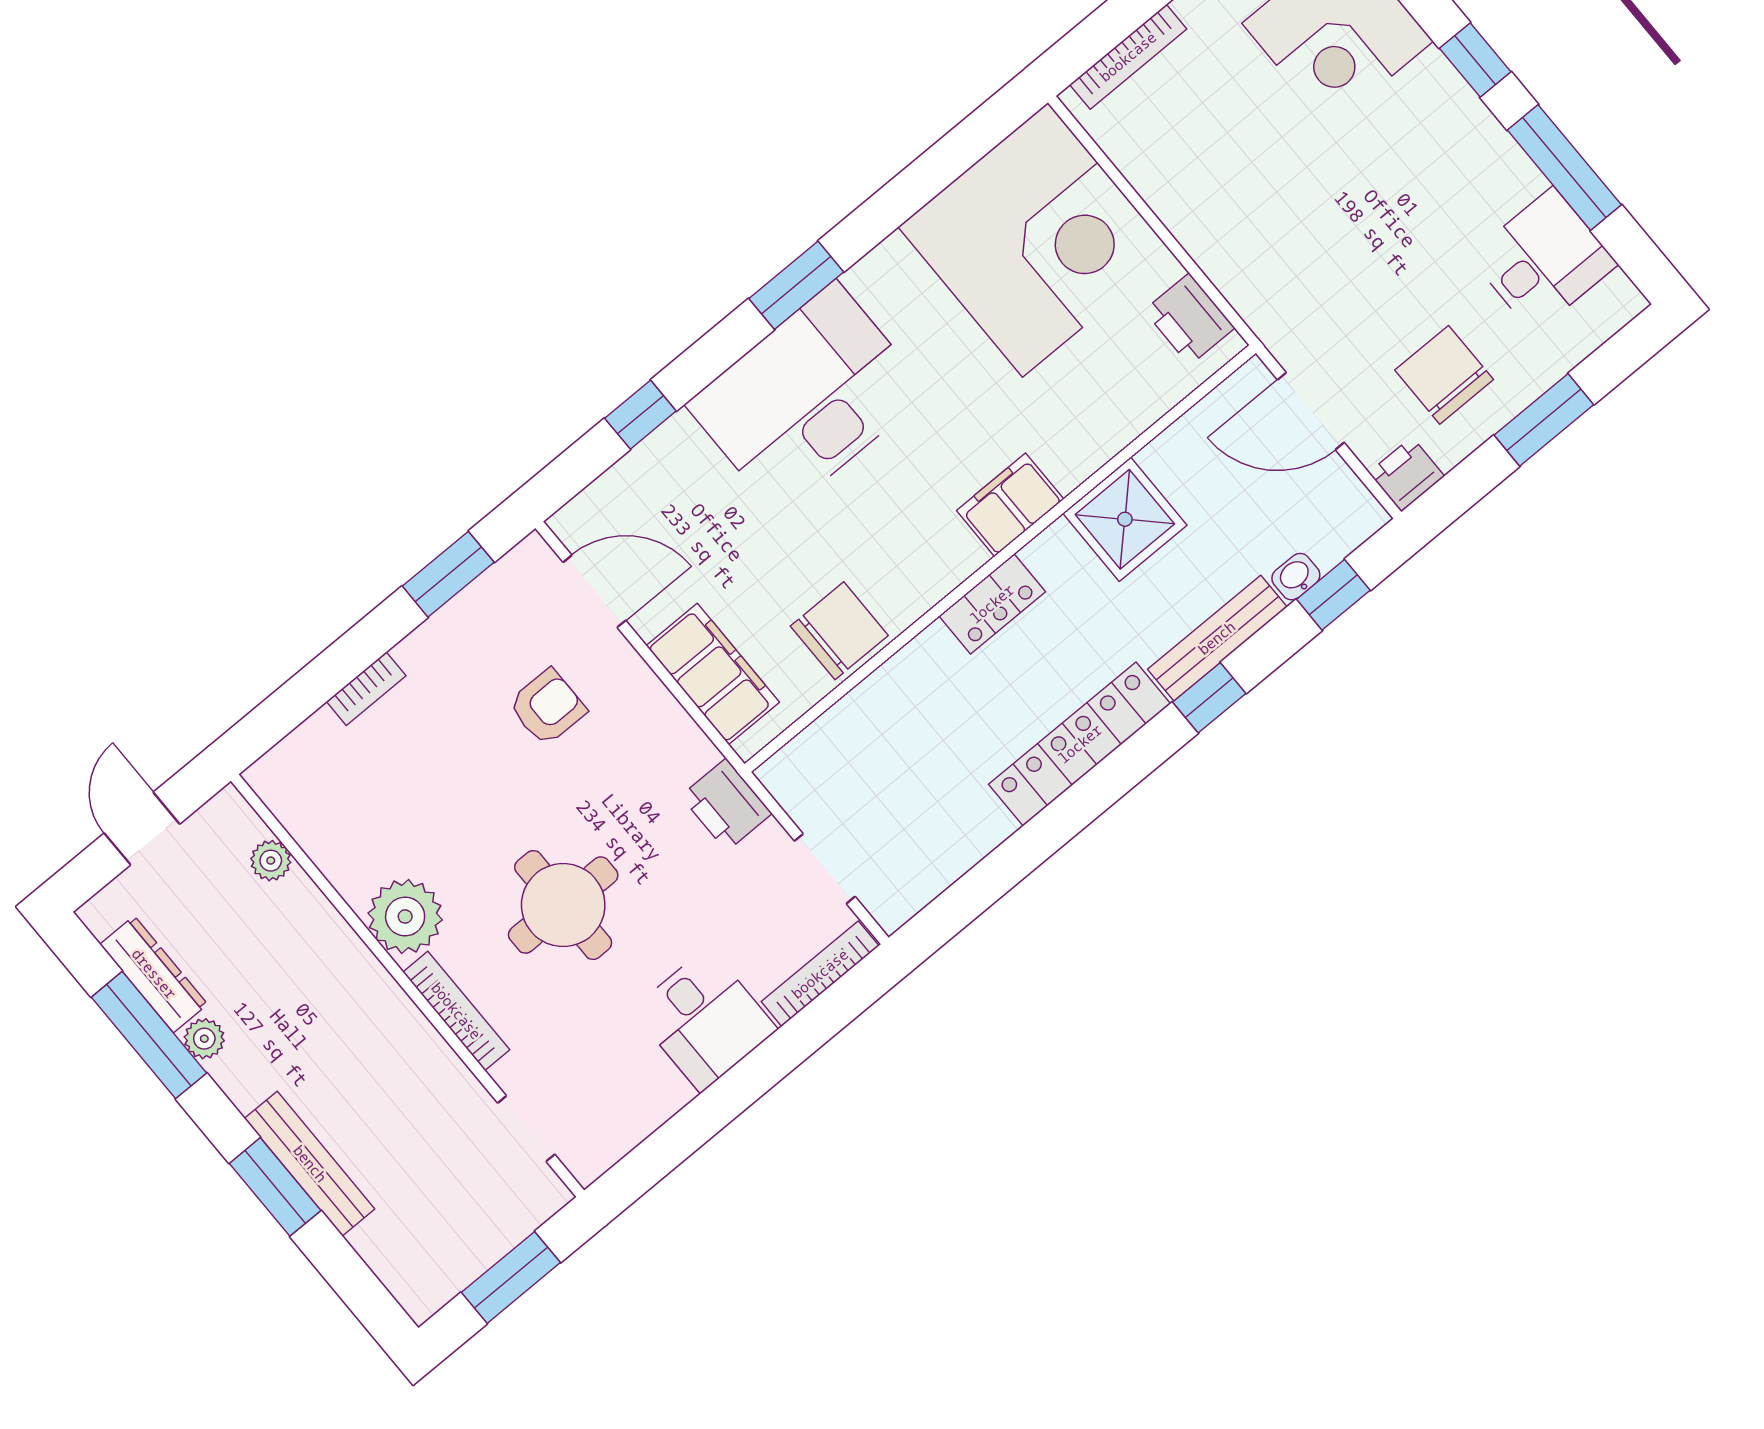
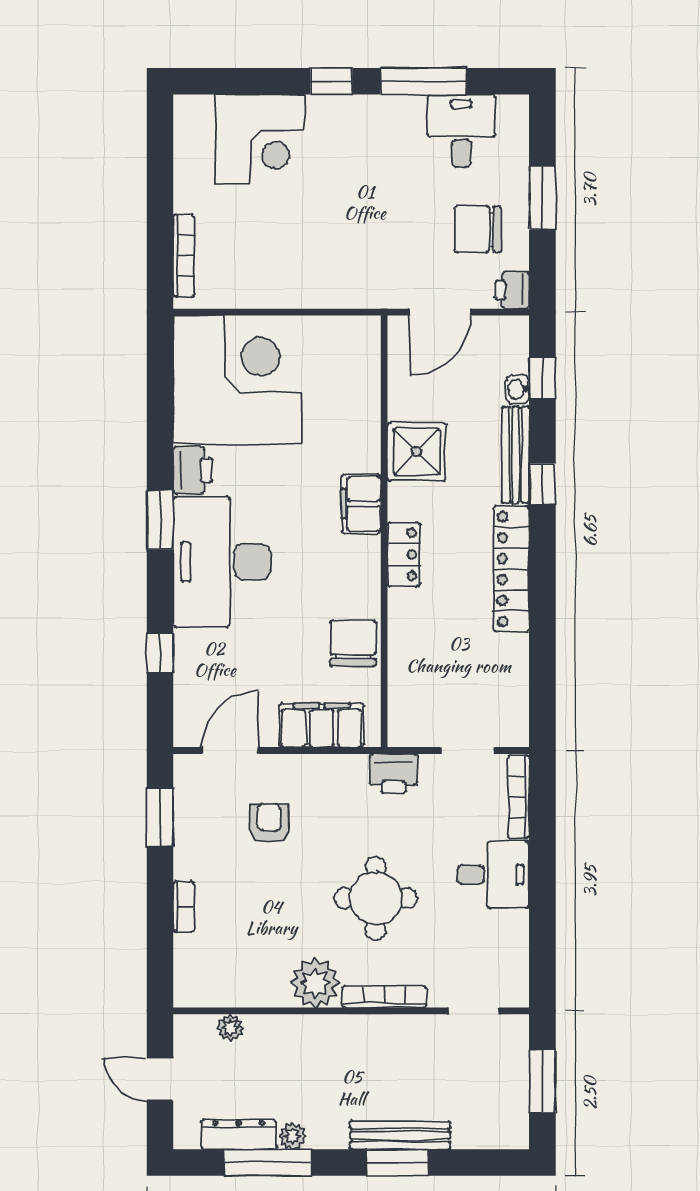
printer: (1189, 319) -> (193, 470), moved, turned -90

